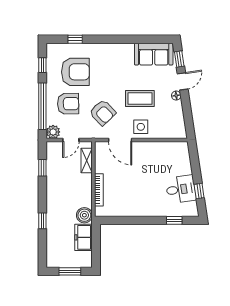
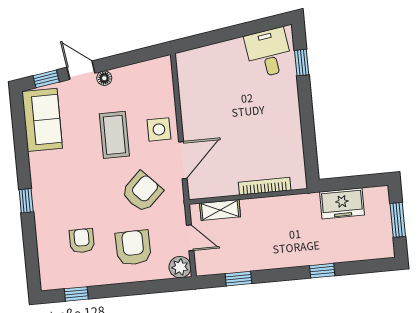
window: (75, 39) -> (26, 201), moved
armchair: (75, 72) -> (82, 241), width x0.53, depth x0.53
window: (42, 106) -> (141, 288), removed
desk: (181, 189) -> (269, 53), moved
window: (199, 191) -> (252, 28), removed
boiler: (84, 215) -> (307, 205), removed

